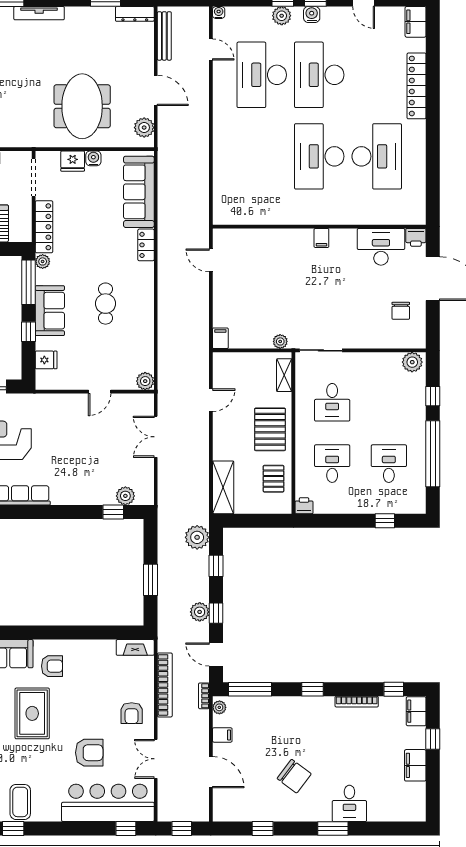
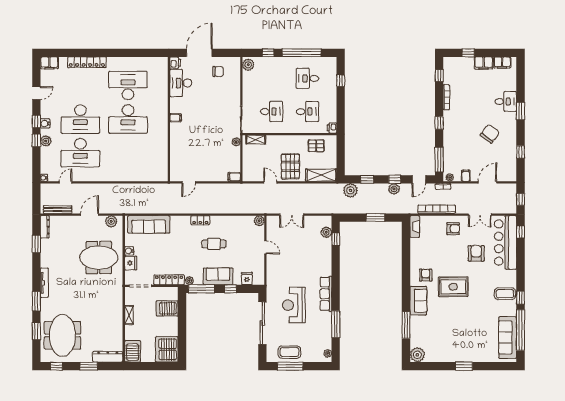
locker: (146, 245) -> (200, 220), moved
pallet: (270, 429) -> (290, 166), moved, turned 90
desk: (332, 464) -> (307, 112), turned 180
filing cabinet: (416, 711) -> (502, 62), moved

